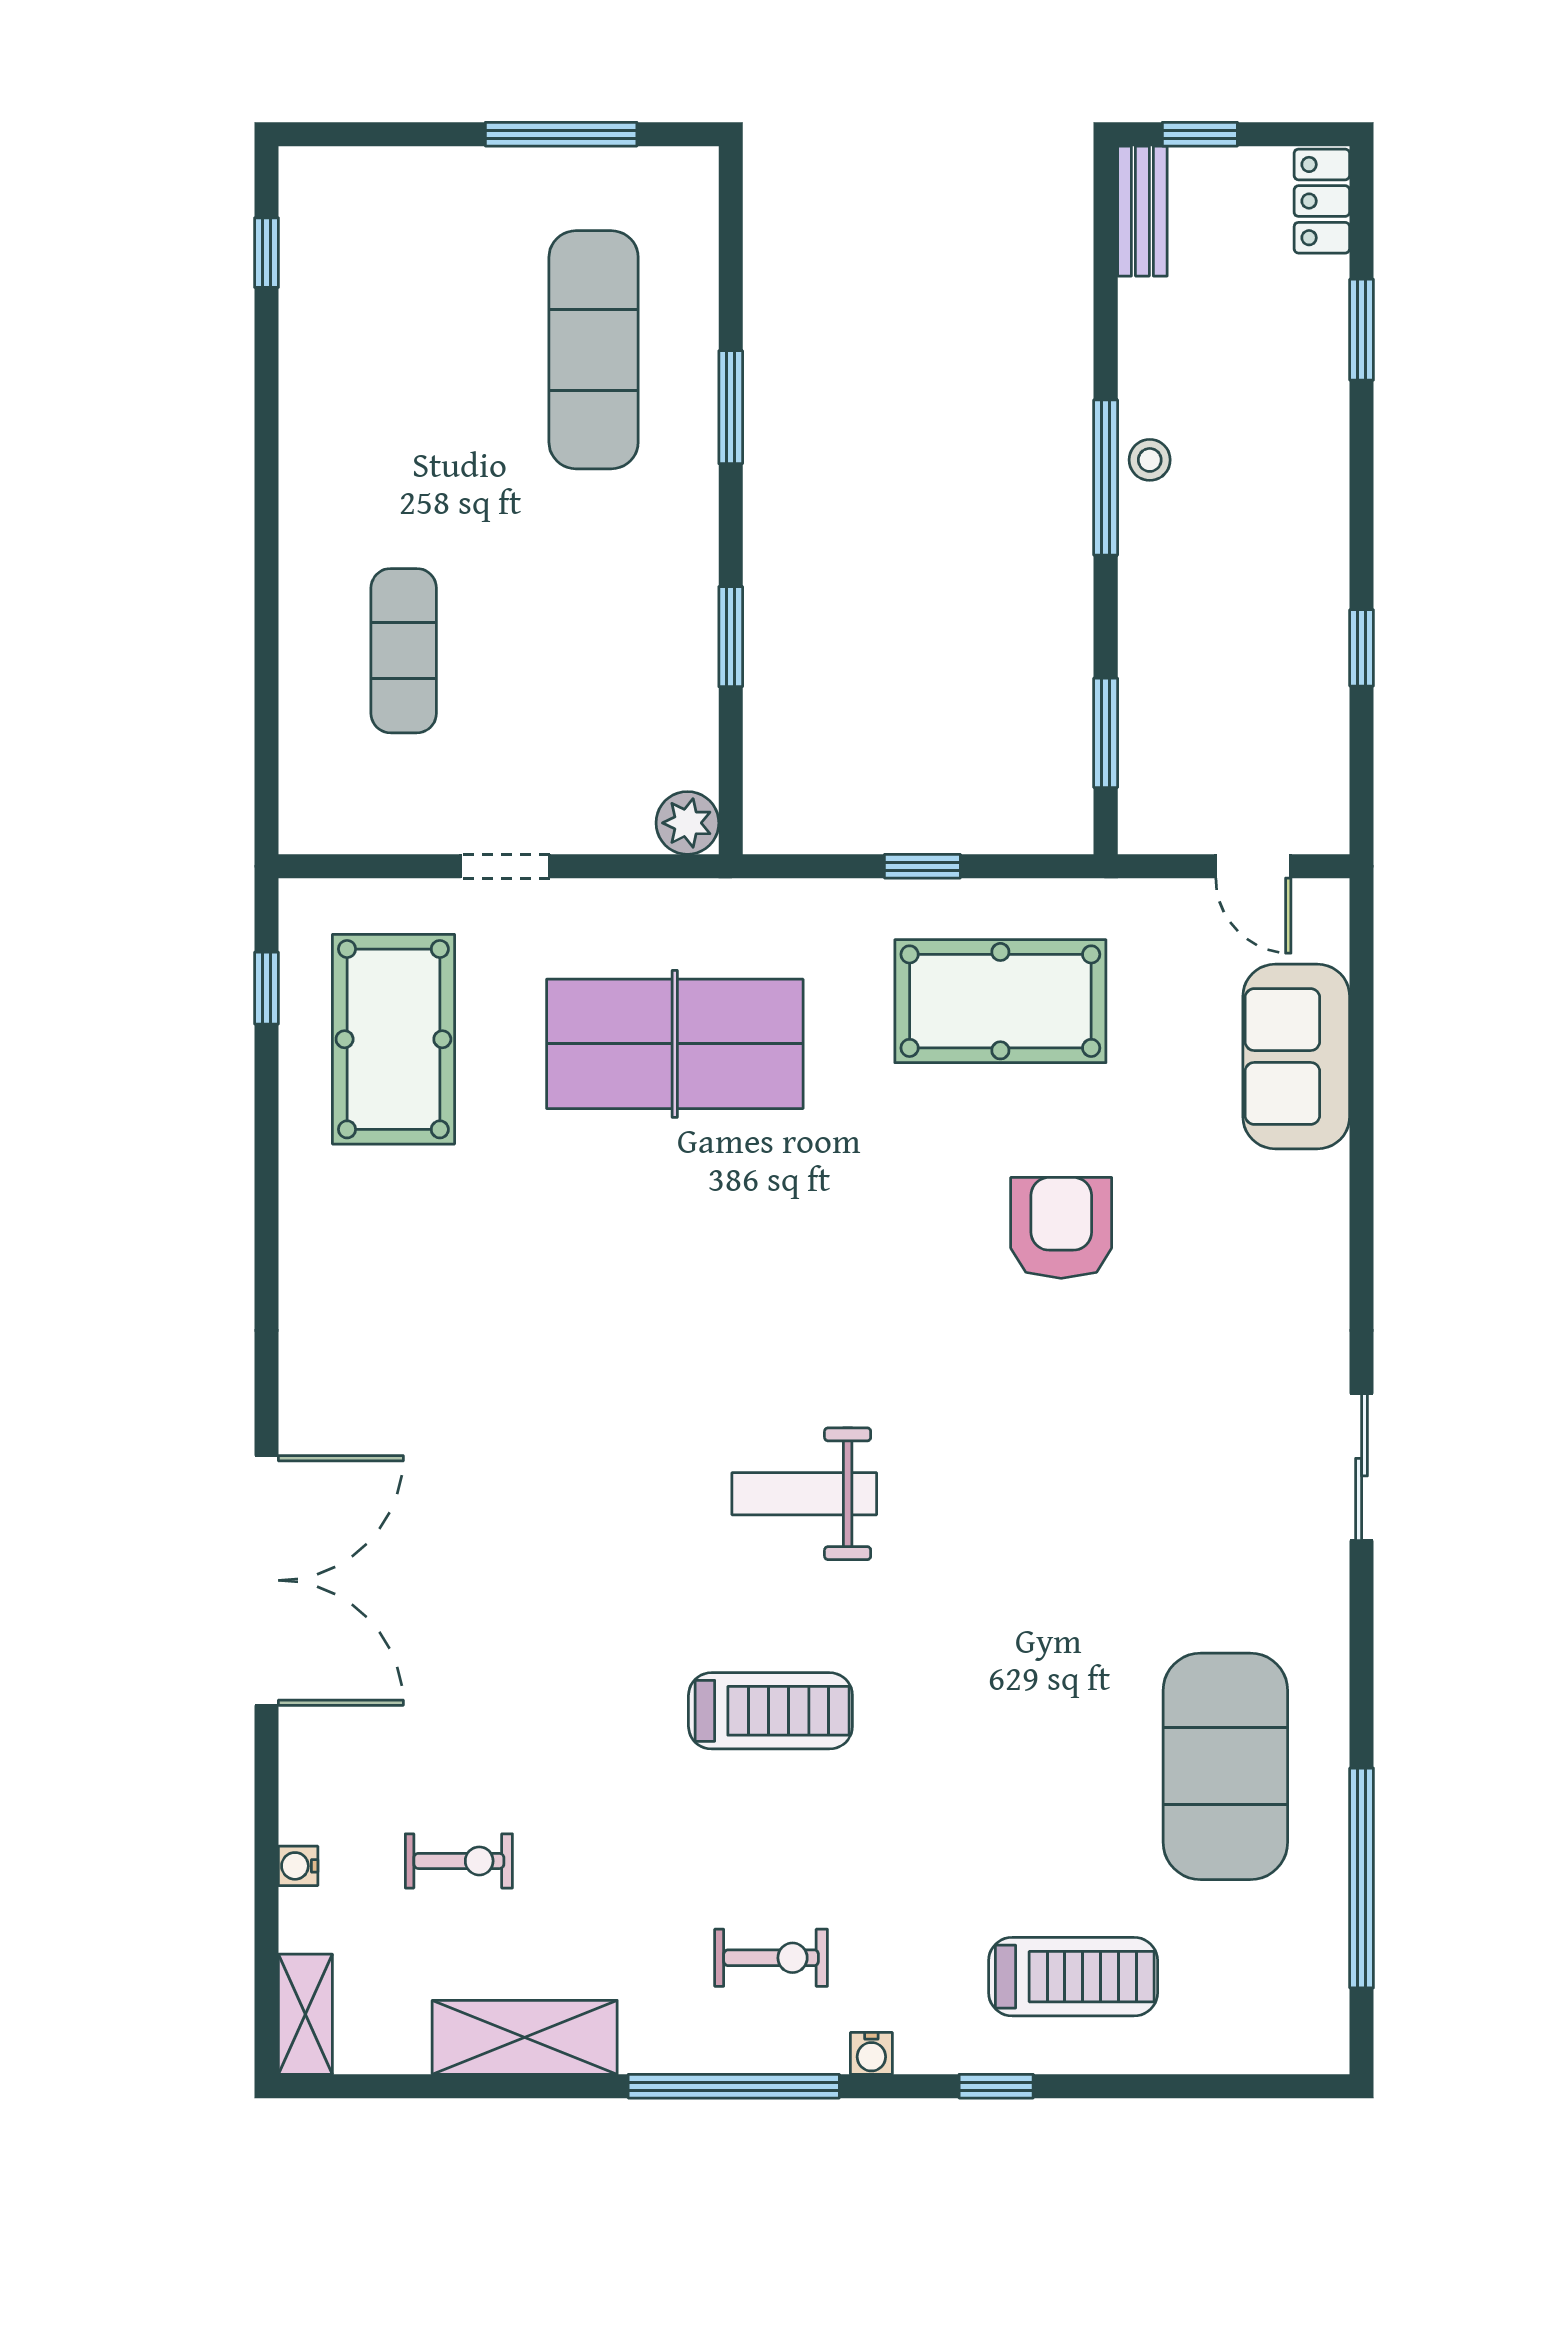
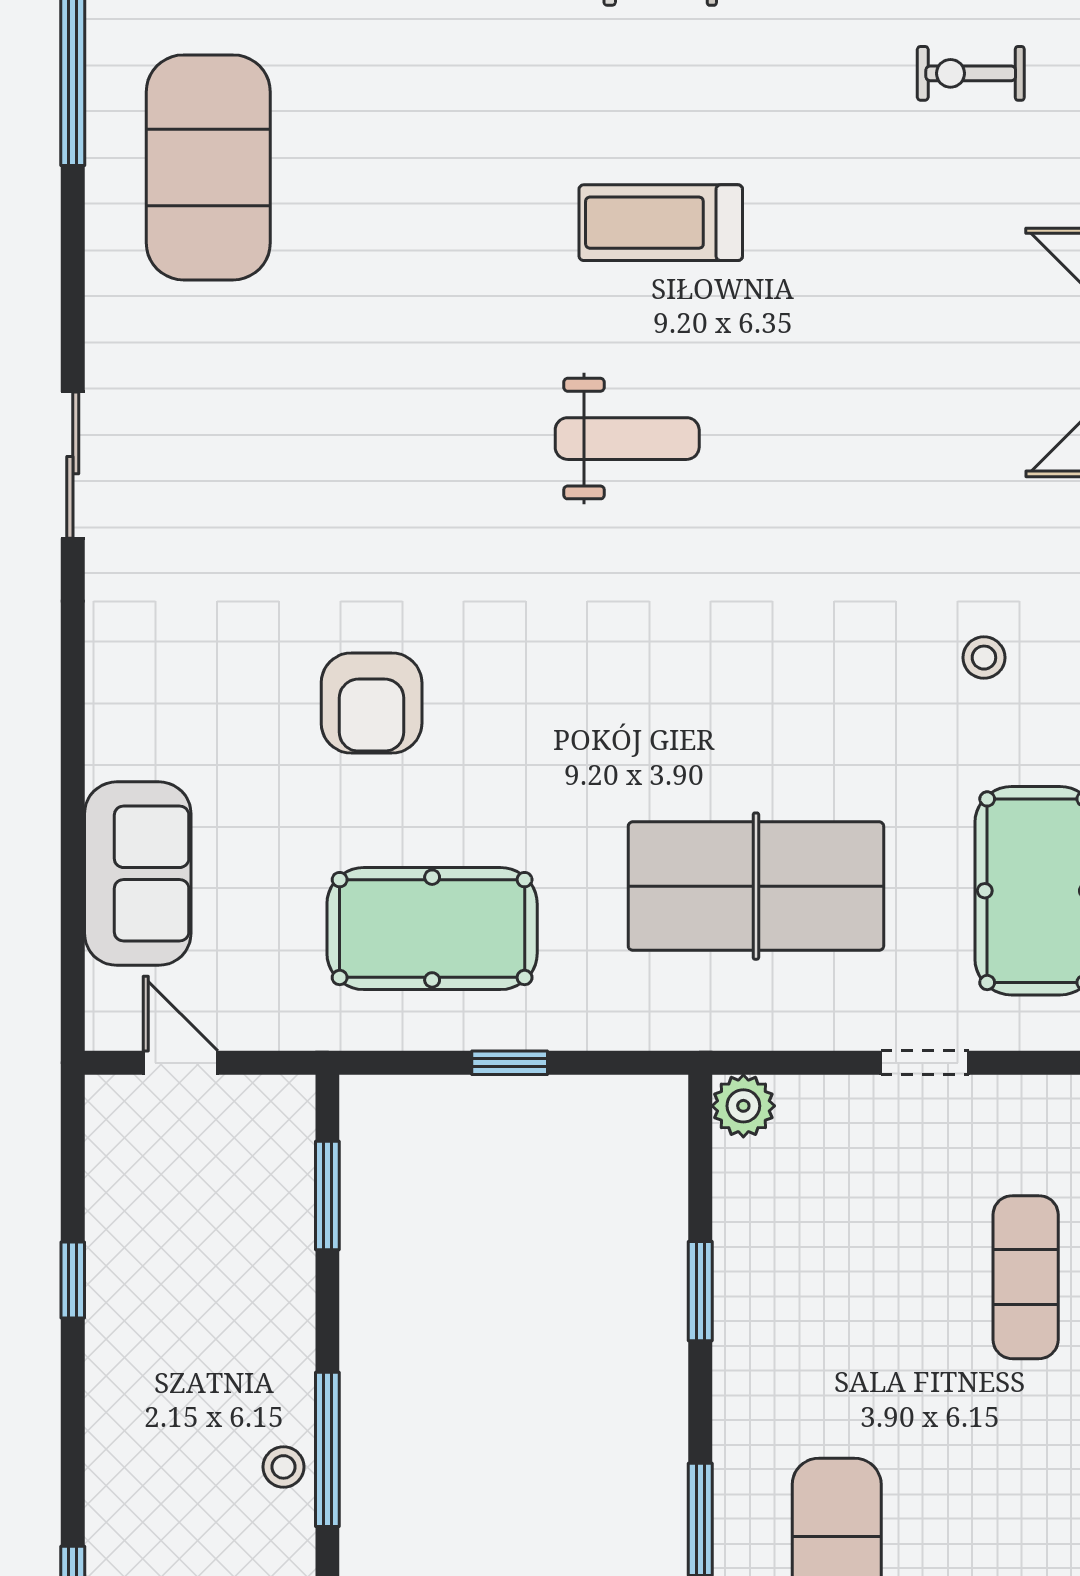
stool: (446, 1274) -> (984, 658), added

